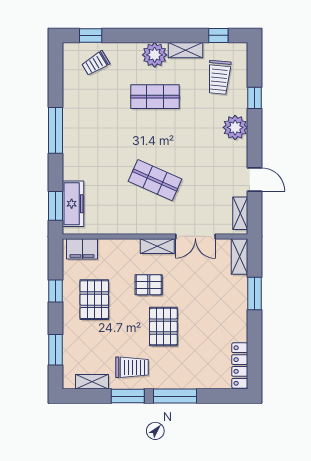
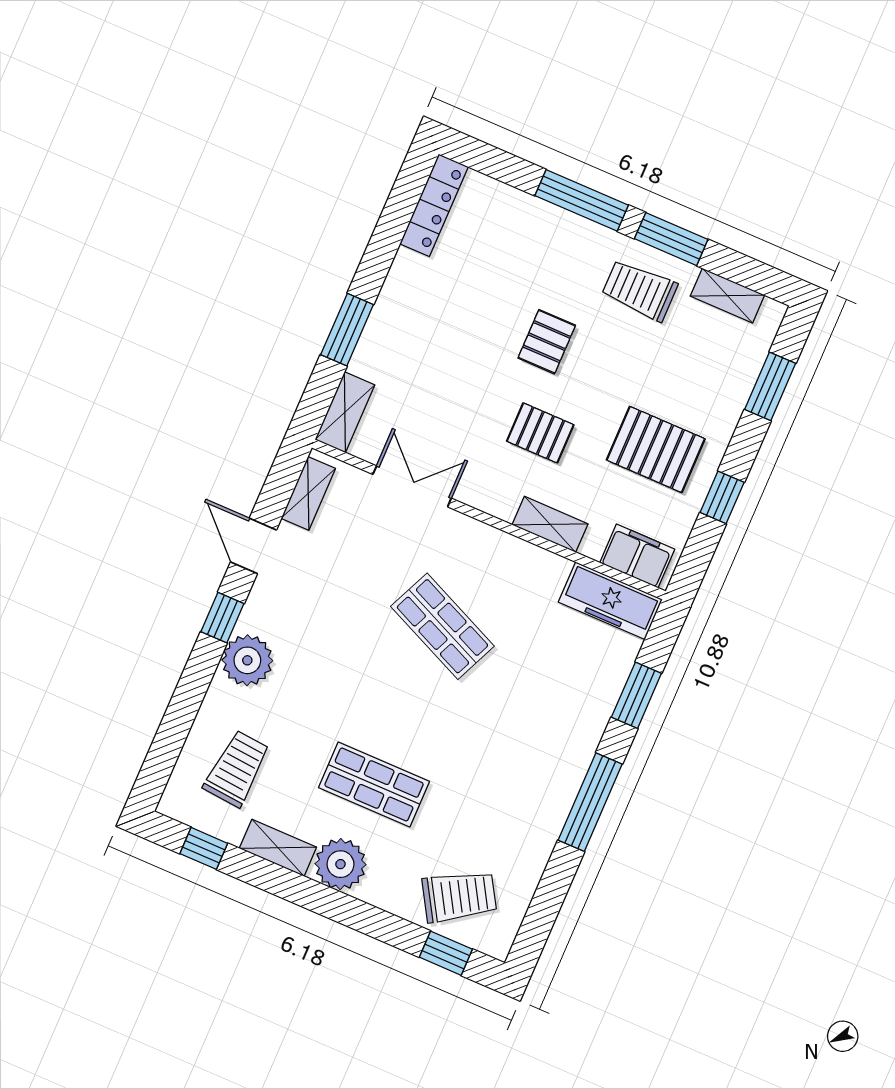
trolley: (96, 63) -> (459, 896), width x1.36, depth x1.39
window: (254, 98) -> (222, 618), moved
freezer: (73, 204) -> (610, 601), moved, turned -90
window: (56, 206) -> (636, 695), moved
shelving: (157, 246) -> (550, 524), moved
pallet: (94, 300) -> (656, 449), turned 90
pallet: (163, 327) -> (547, 342), width x0.67, depth x0.71

